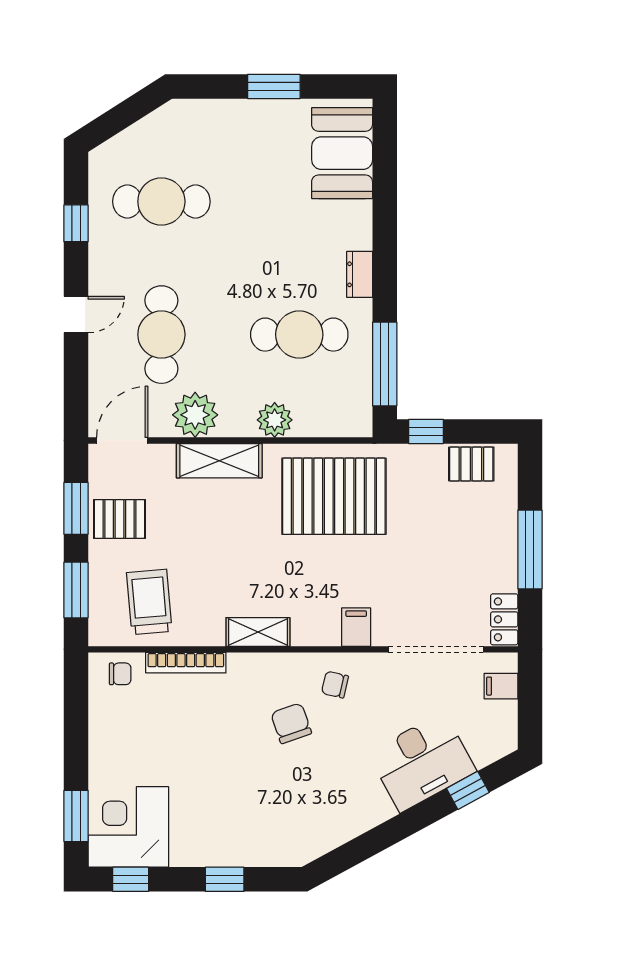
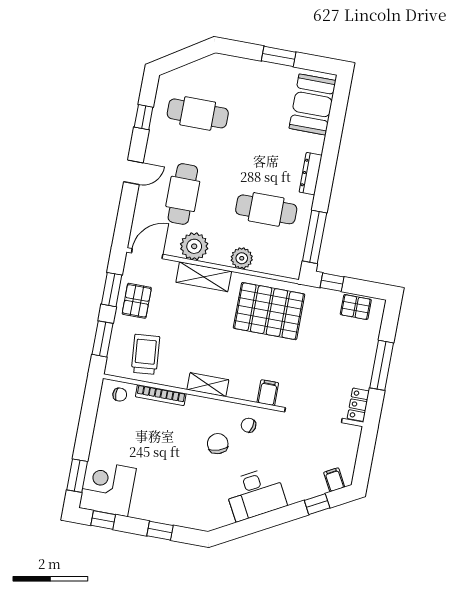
dresser: (360, 274) -> (311, 174), width x1.44
pallet: (119, 519) -> (137, 301), turned 90
filing cabinet: (501, 686) -> (334, 480), moved, turned 61
desk: (422, 762) -> (255, 494), moved

